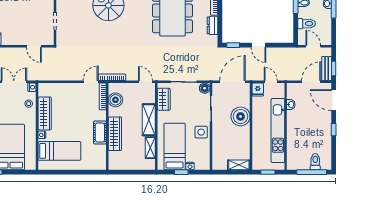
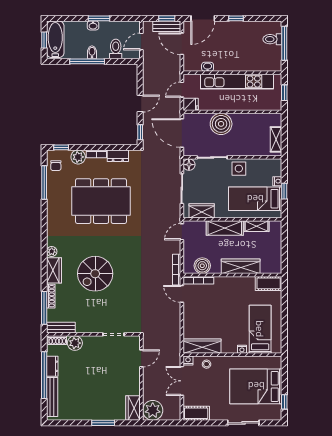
wardrobe: (45, 113) -> (202, 346), moved
cot: (100, 132) -> (269, 283), moved
shelving: (239, 165) -> (276, 139), moved

